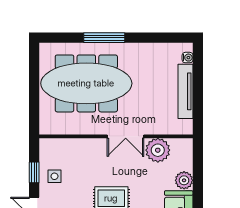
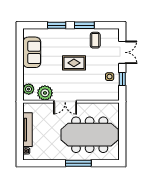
double door: (126, 136) -> (65, 102), swing flipped
plant: (184, 180) -> (29, 89), moved

